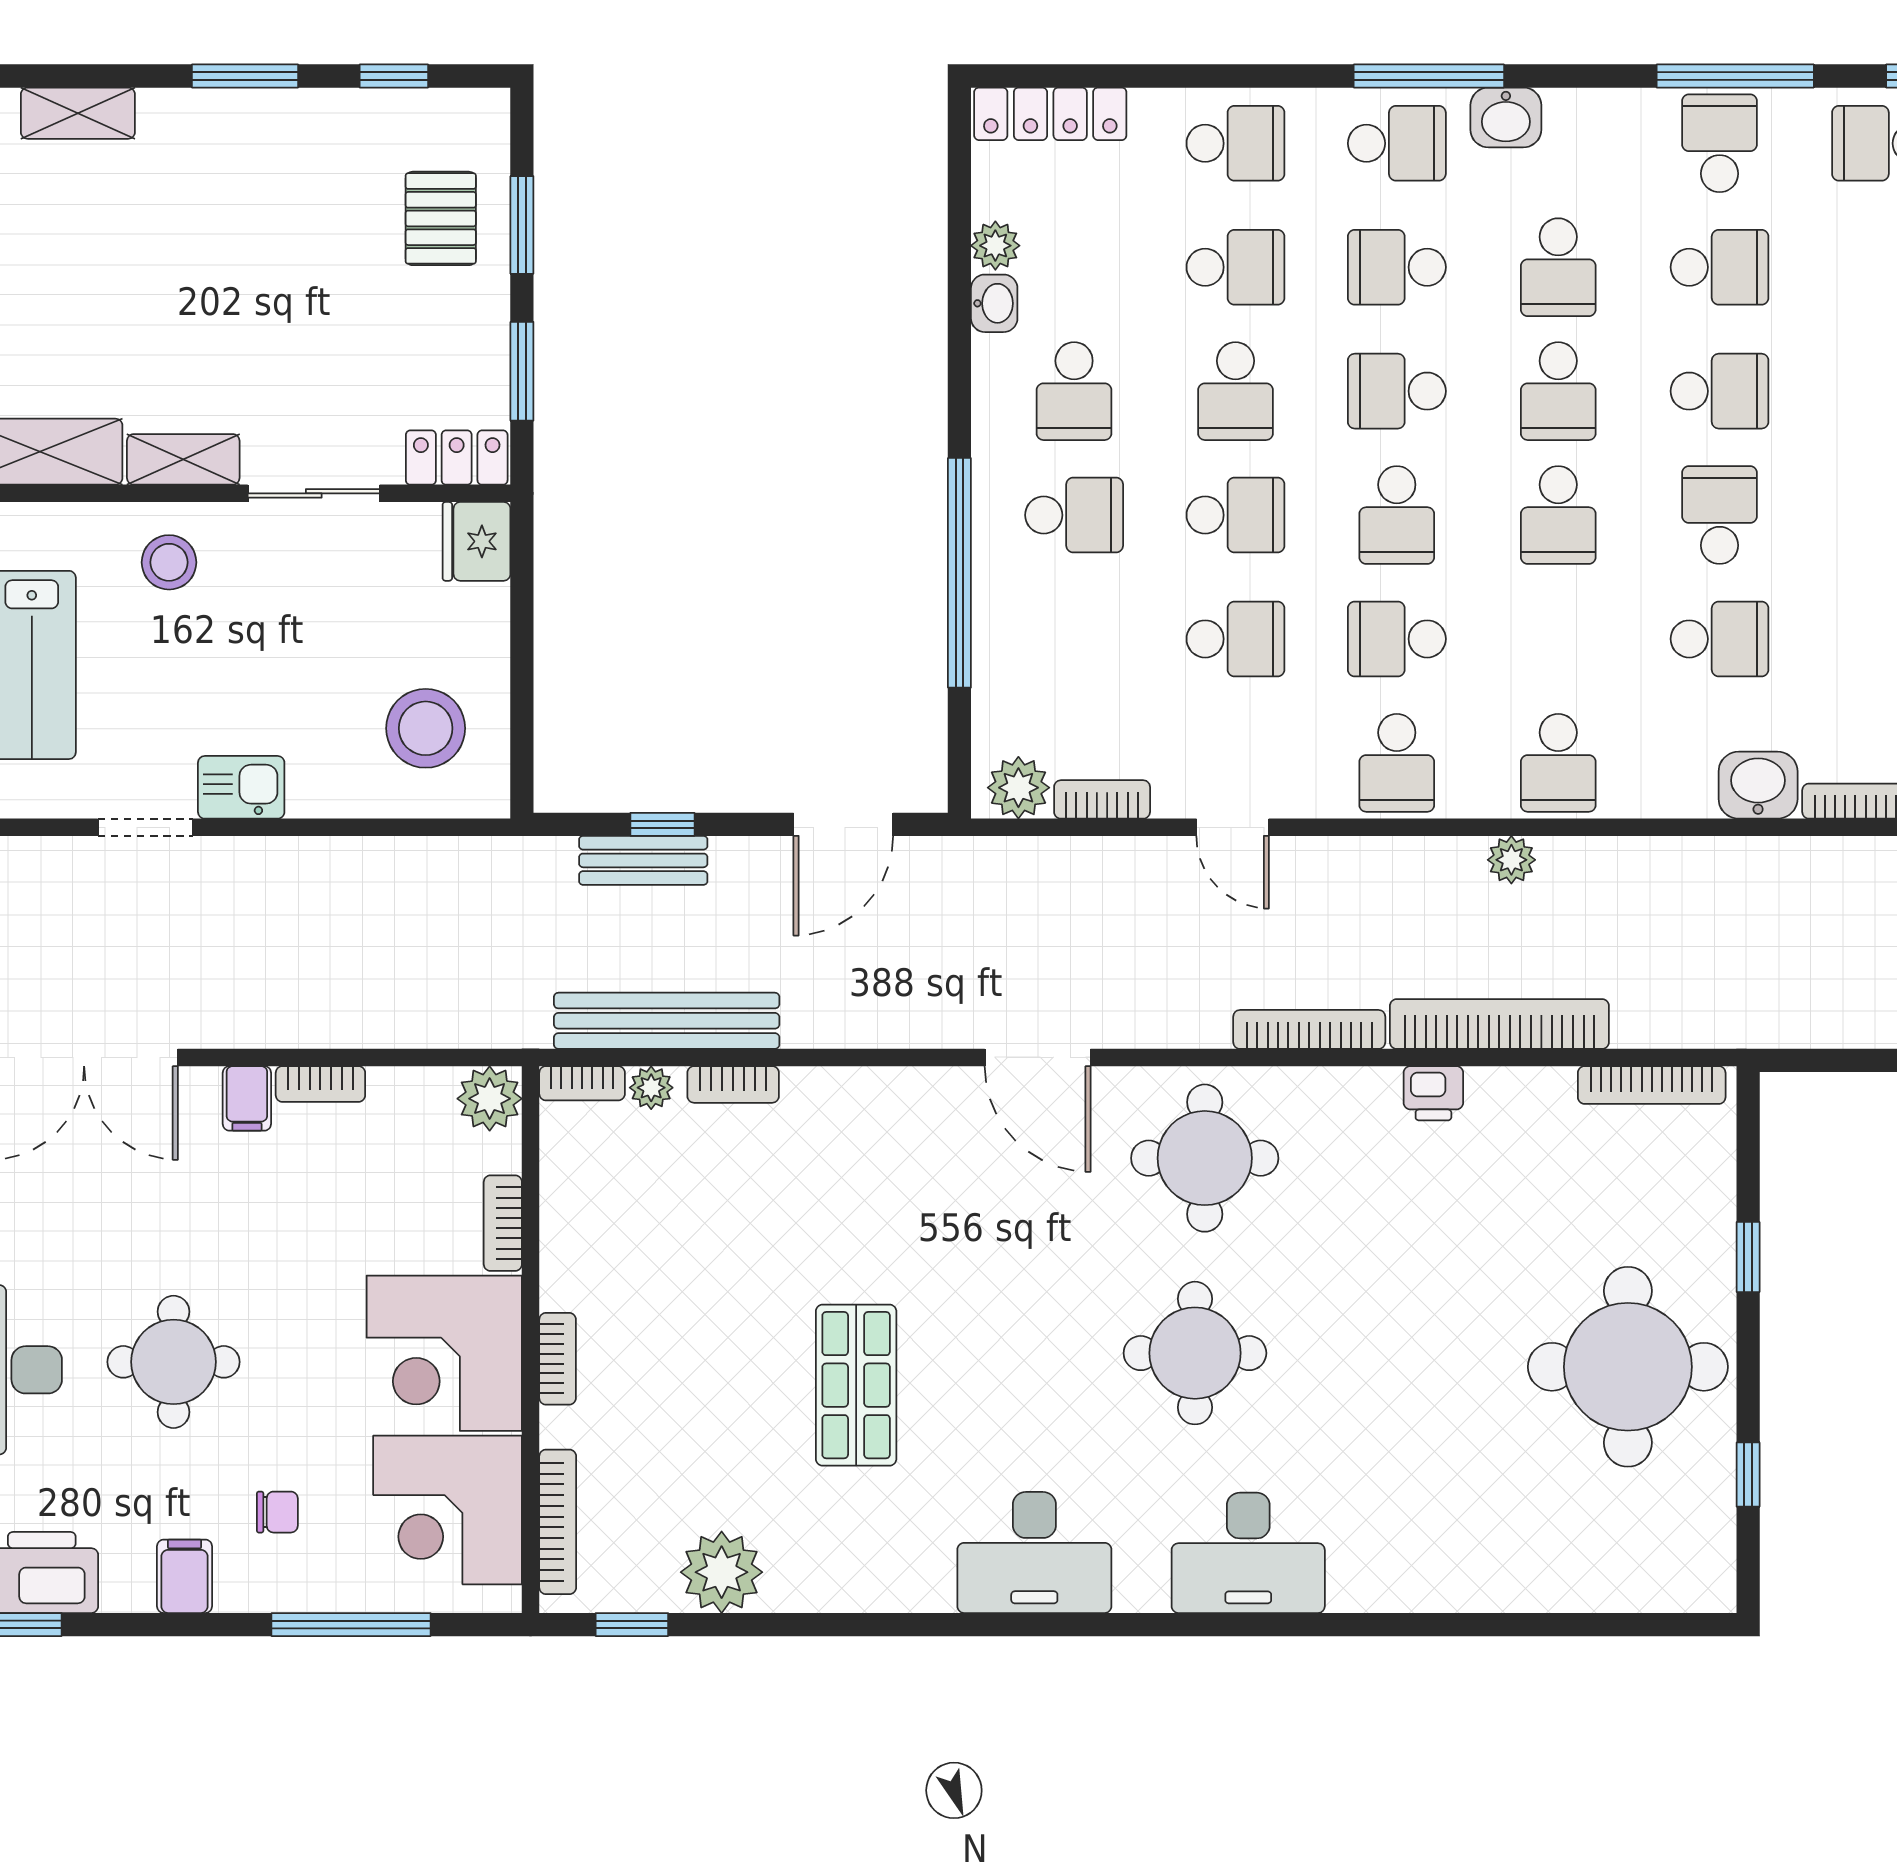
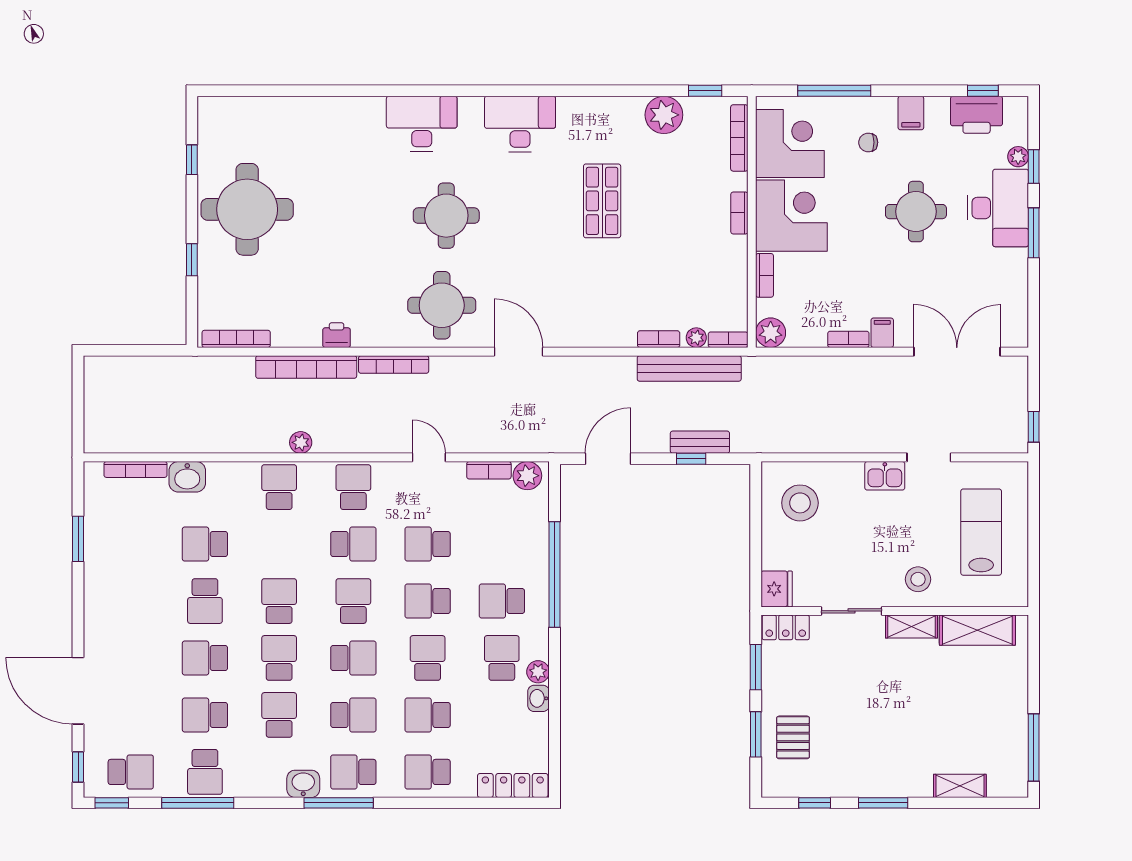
plant: (995, 246) -> (538, 672), moved

